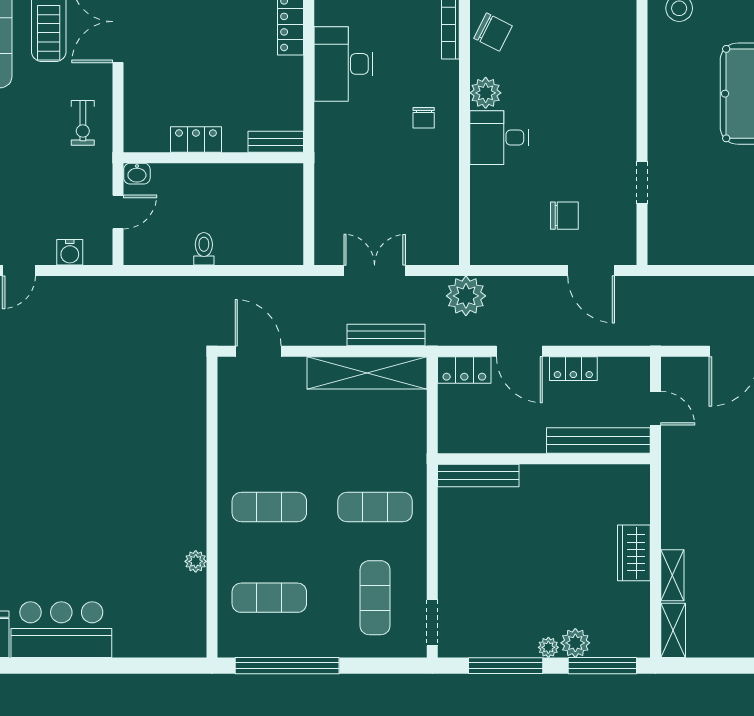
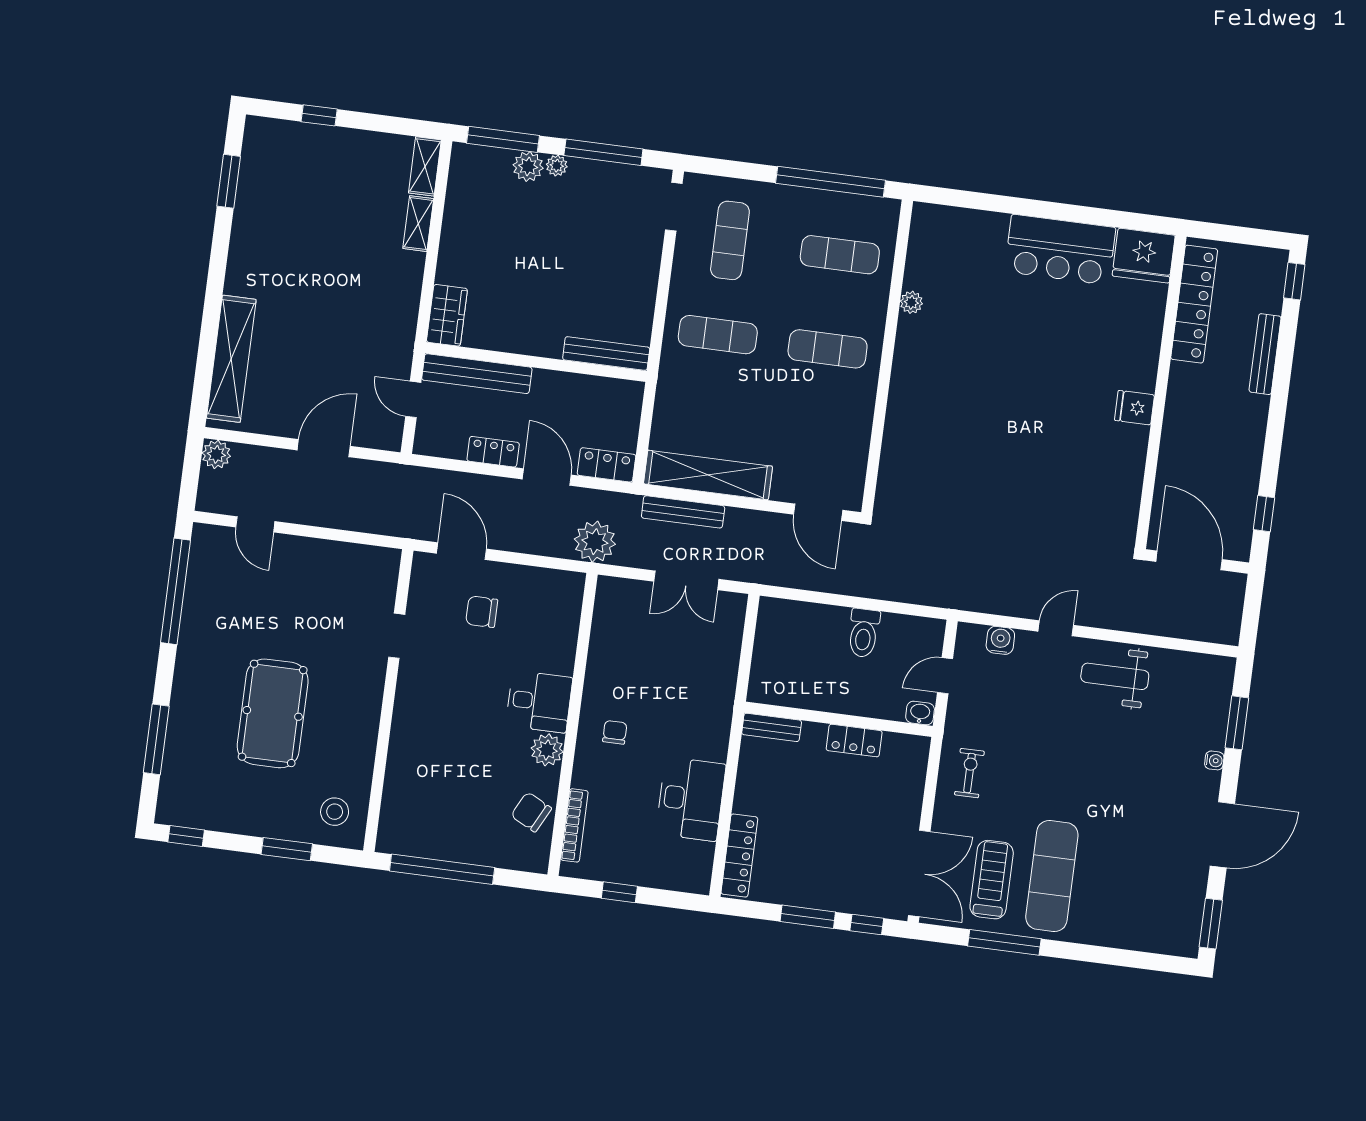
toilet: (204, 249) -> (864, 633), width x1.37, depth x1.39
wardrobe: (634, 553) -> (447, 315), moved

